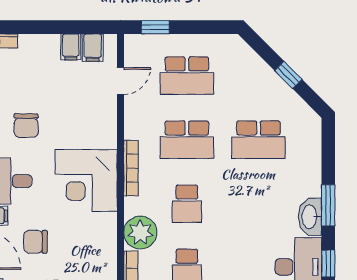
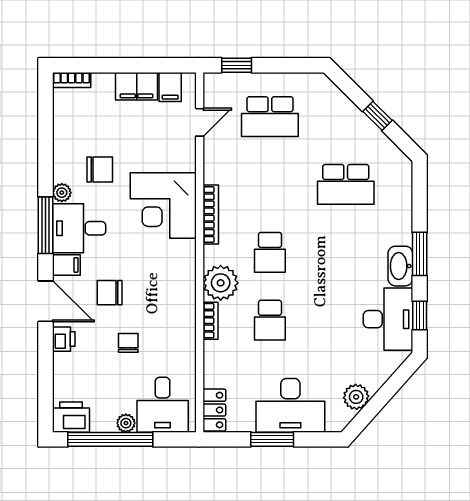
filing cabinet: (71, 47) -> (137, 86), width x2.00
chair: (26, 126) -> (100, 169), turned -90
school desk: (187, 140) -> (270, 184), removed
corner desk: (86, 181) -> (163, 206), moved

